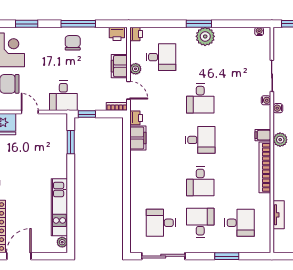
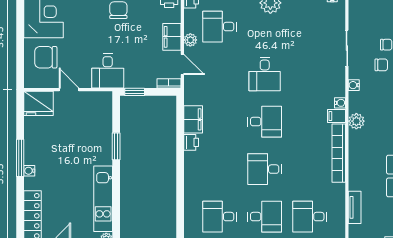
desk: (161, 57) -> (220, 27), turned 180
water cooler: (266, 100) -> (340, 103), moved
printer: (136, 118) -> (191, 142), moved
window: (71, 142) -> (116, 146), moved
desk: (200, 181) -> (265, 169), turned 90
desk: (200, 223) -> (265, 217), turned 90
desk: (240, 223) -> (310, 217), turned 180

